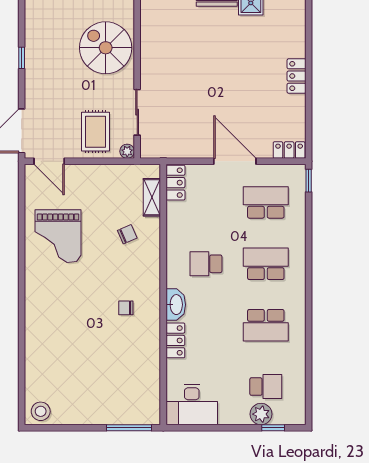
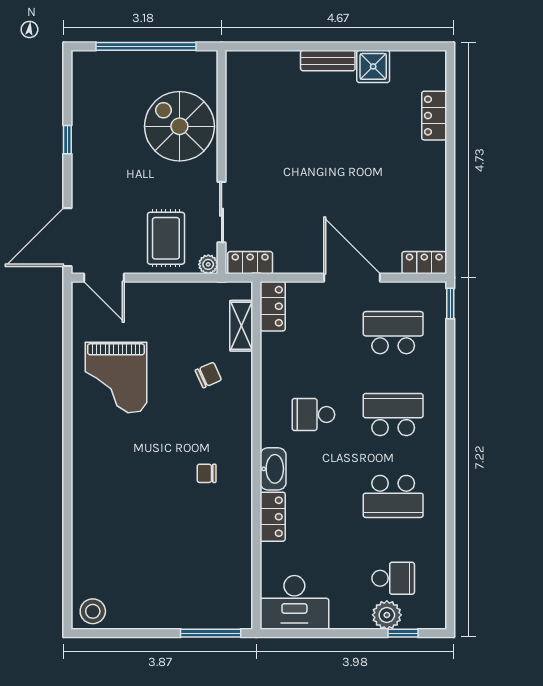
locker: (296, 76) -> (434, 116), moved
locker: (159, 150) -> (250, 263), added

